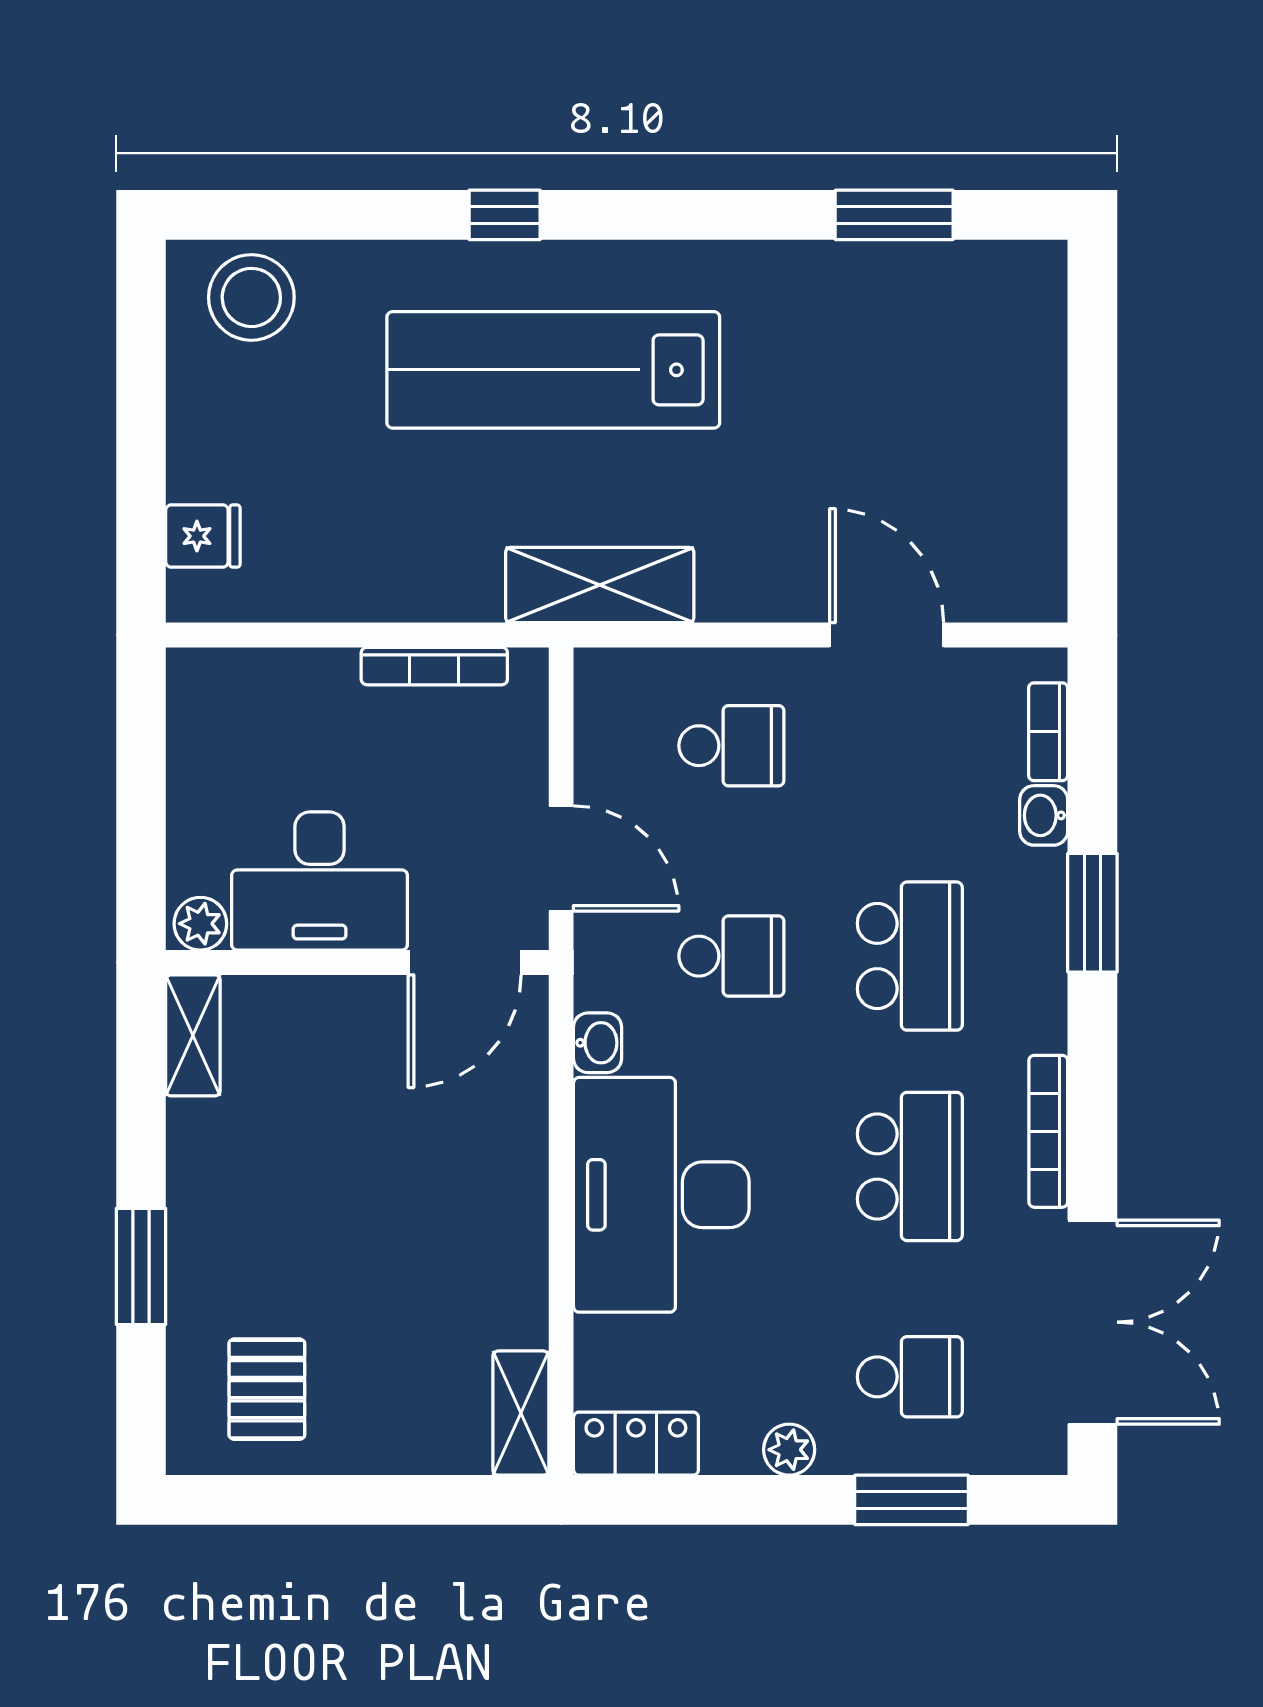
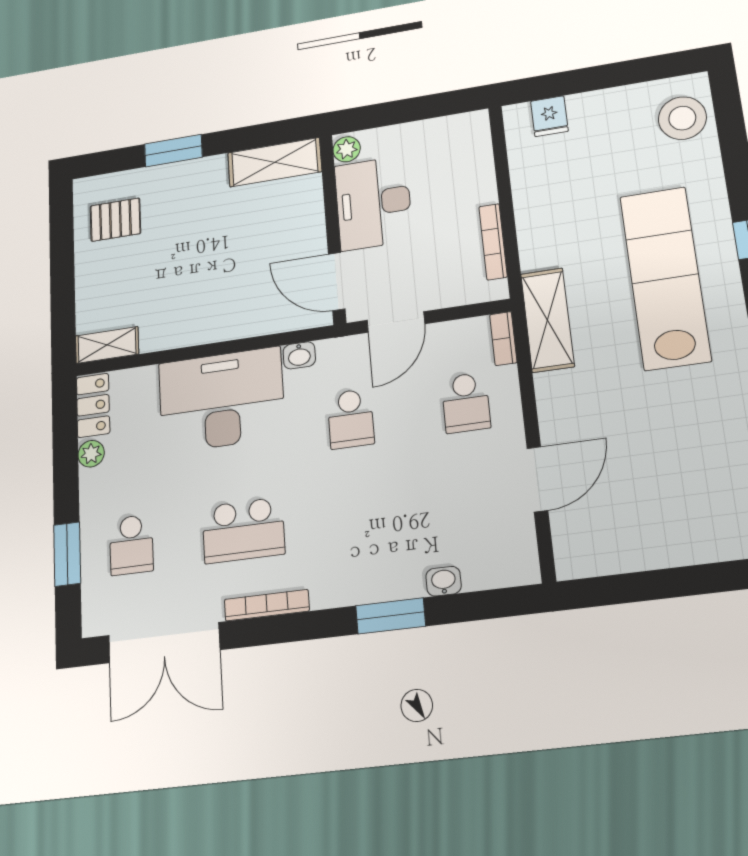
bookcase: (1048, 732) -> (503, 339), moved, turned -90
school desk: (910, 956) -> (358, 516), removed
shelving: (193, 1035) -> (275, 162), width x1.50, depth x1.33
plant: (789, 1450) -> (91, 454), moved

